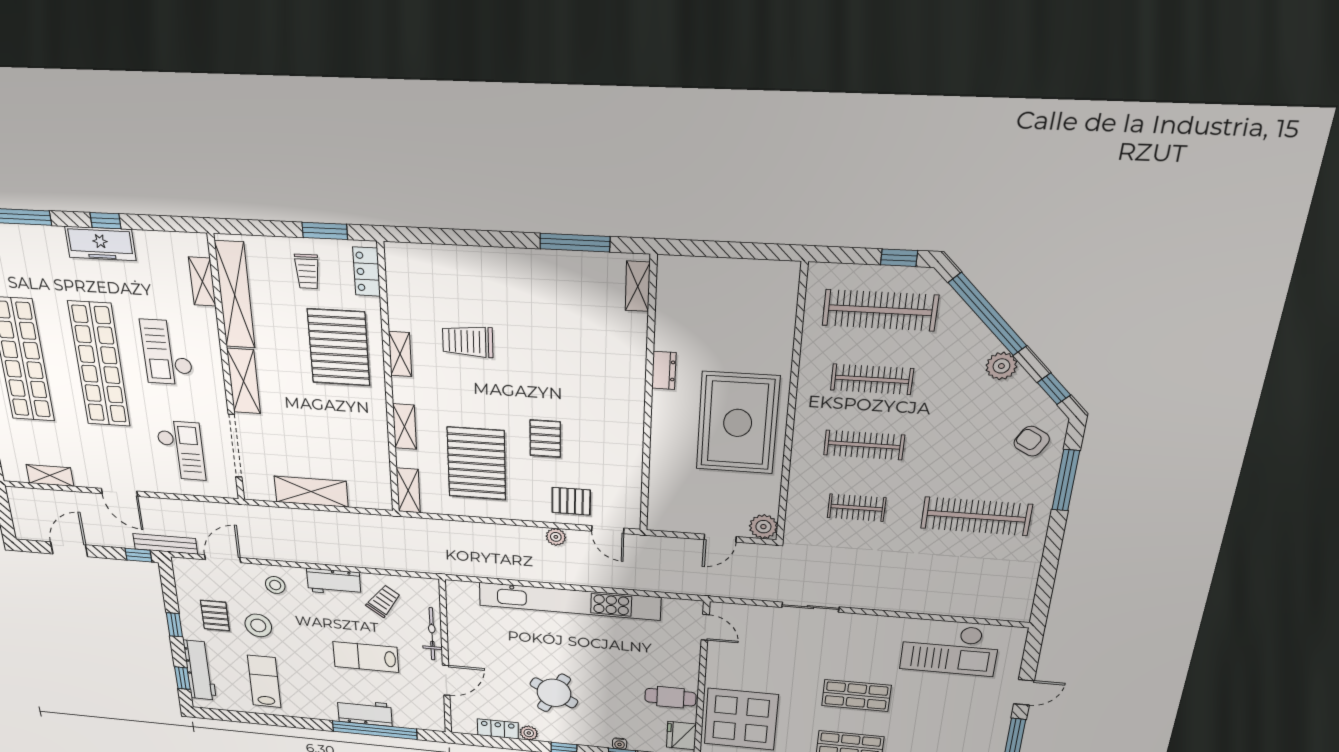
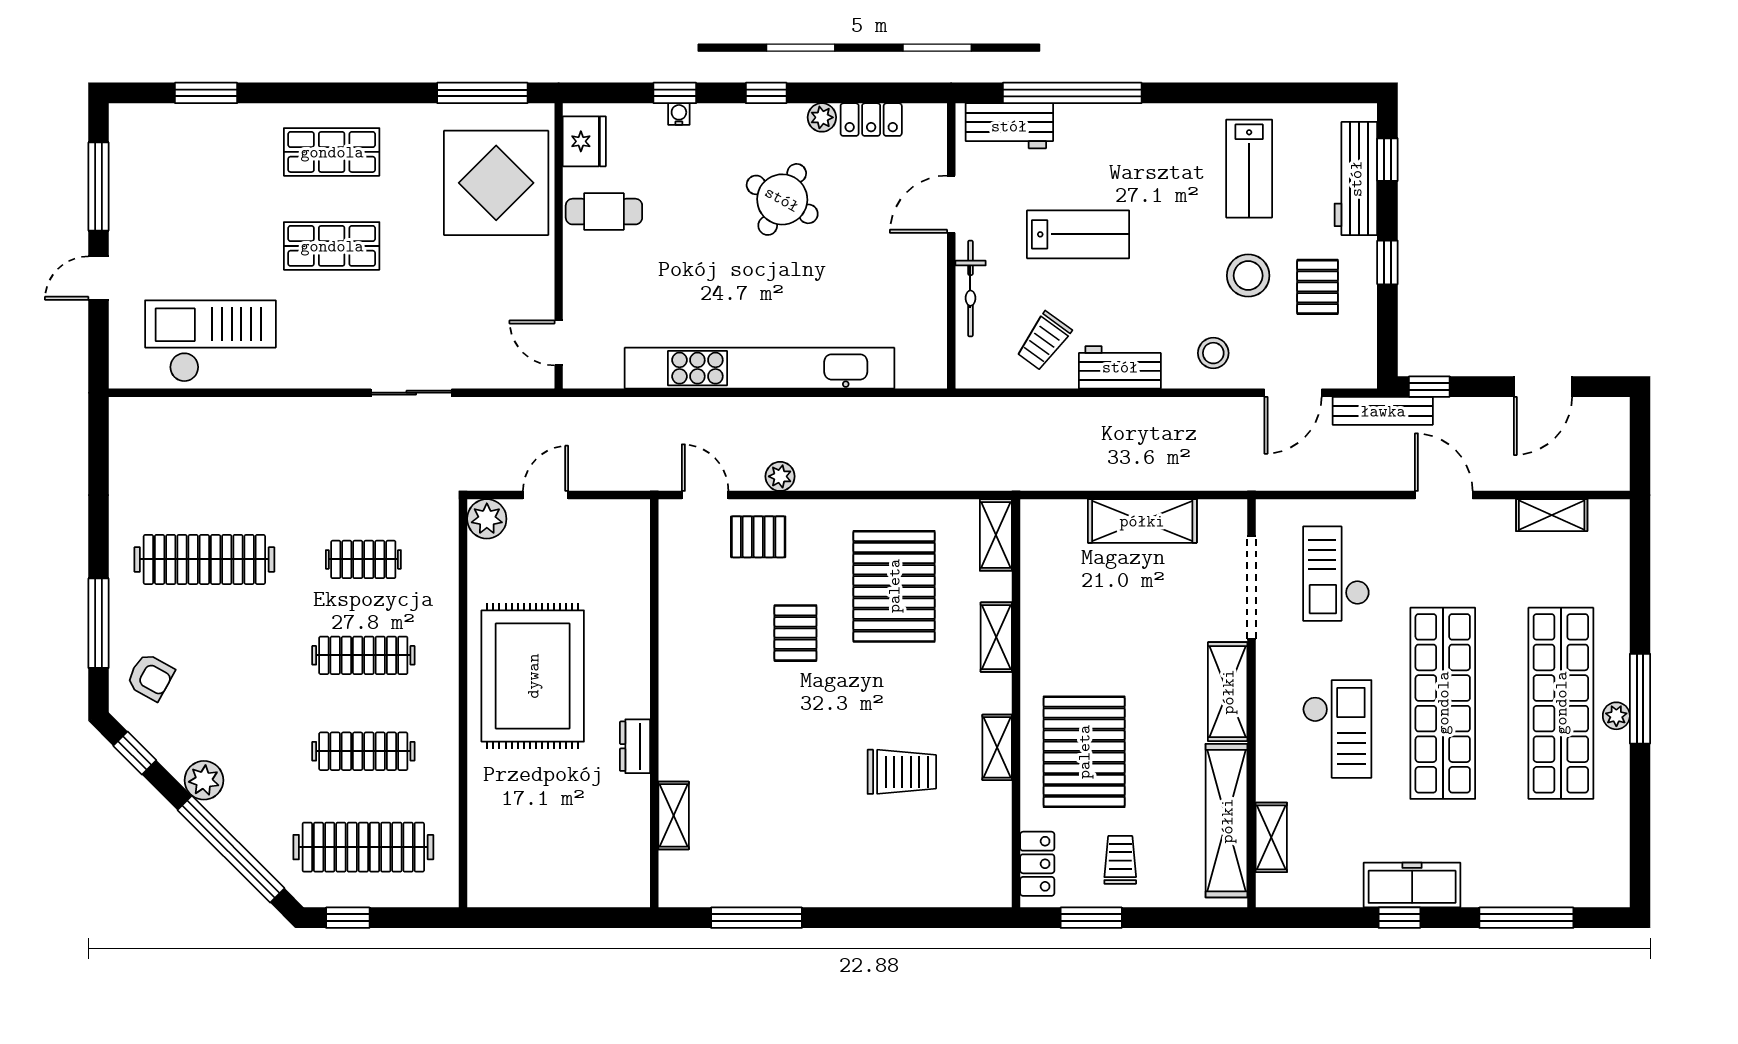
shelving: (638, 286) -> (674, 815), moved
workbench: (365, 713) -> (1009, 126), moved

